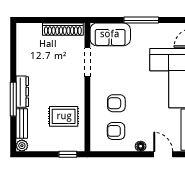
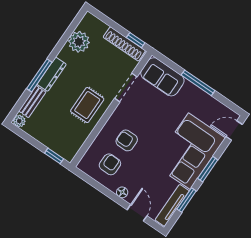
window: (70, 20) -> (136, 40), added
plant: (26, 52) -> (79, 42), added
rug: (64, 116) -> (87, 105), moved, turned 90
armchair: (116, 131) -> (110, 164), turned 91

